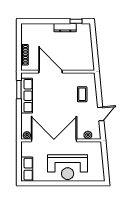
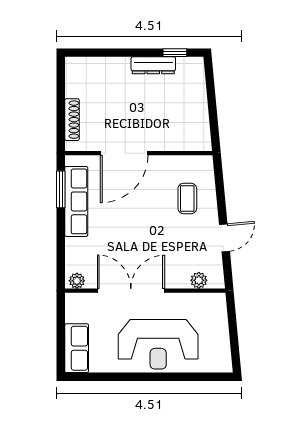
door: (51, 72) -> (124, 153), swing flipped
double door: (54, 140) -> (131, 291), width x0.73

